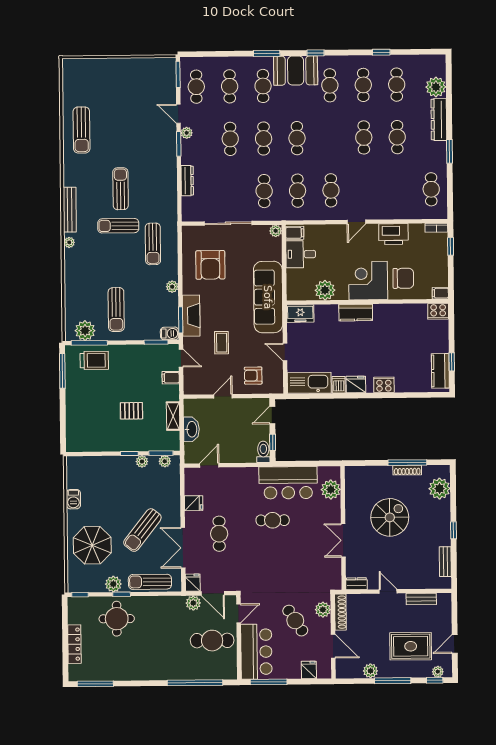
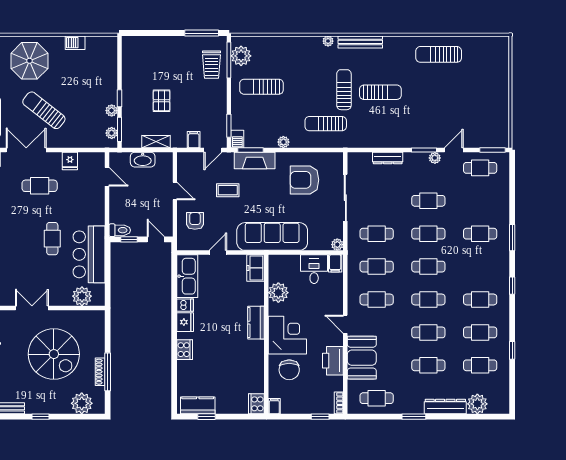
booth: (296, 71) -> (362, 358), moved
cafe table: (230, 86) -> (428, 299), moved
spiral stairs: (390, 517) -> (54, 354), width x1.37, depth x1.37

